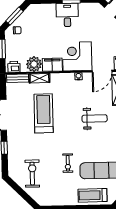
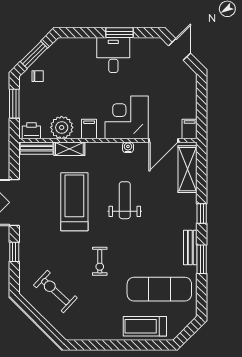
filing cabinet: (52, 65) -> (89, 129), width x0.50
weight bench: (95, 118) -> (125, 200), moved, turned -90
exercise bike: (68, 163) -> (100, 261), moved
exercise bike: (32, 174) -> (55, 291), turned -47

